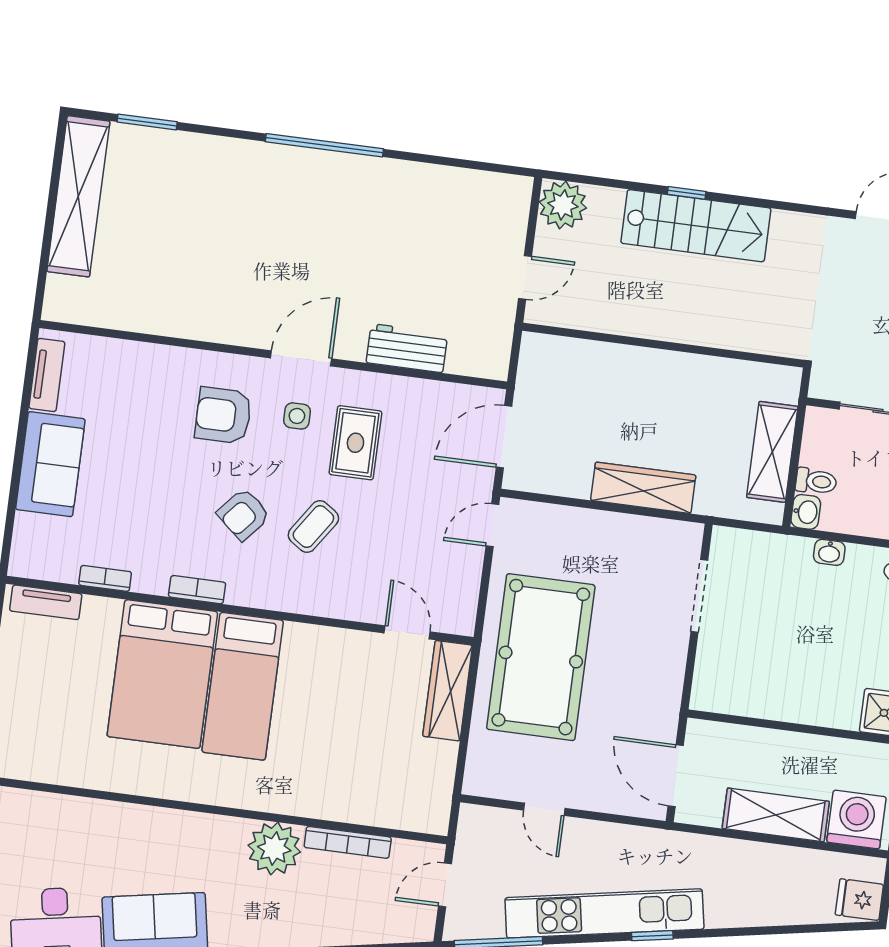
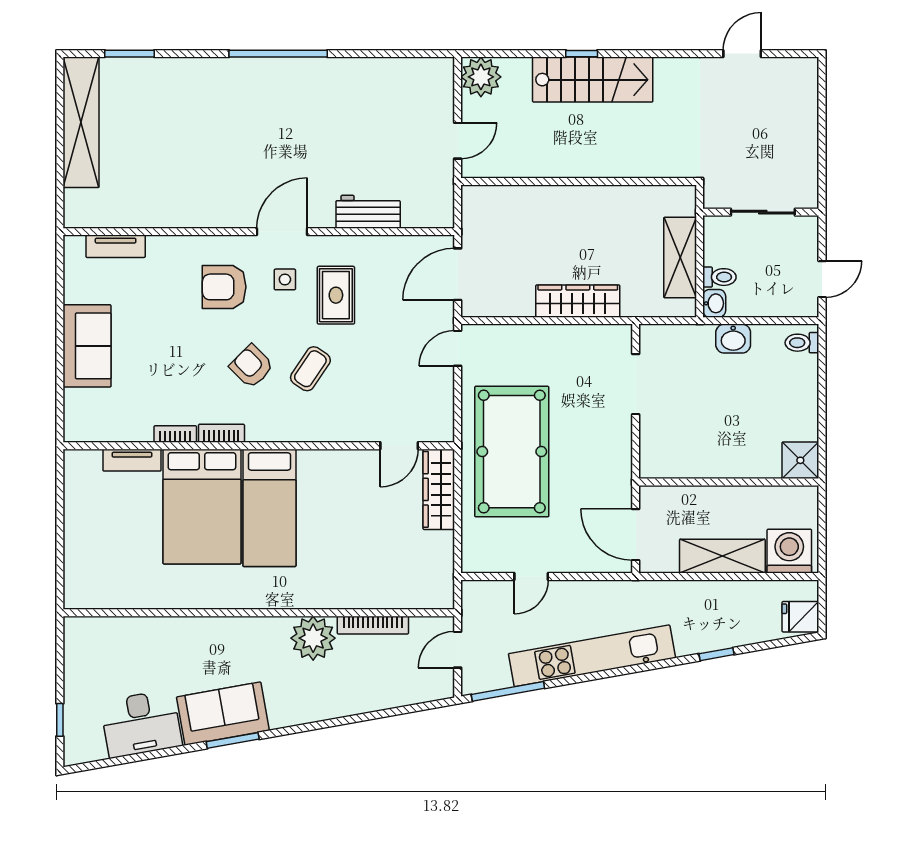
tv unit: (47, 375) -> (116, 246), moved, turned 90
armchair: (243, 514) -> (252, 366), turned 94
washbasin: (829, 552) -> (733, 339), width x1.38, depth x1.45
bookcase: (105, 578) -> (175, 434), moved
tv unit: (46, 602) -> (132, 460), moved
door: (407, 632) -> (399, 446), swing flipped
door: (544, 809) -> (531, 577), hinge flipped
window: (652, 936) -> (716, 654), moved

